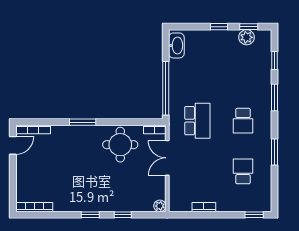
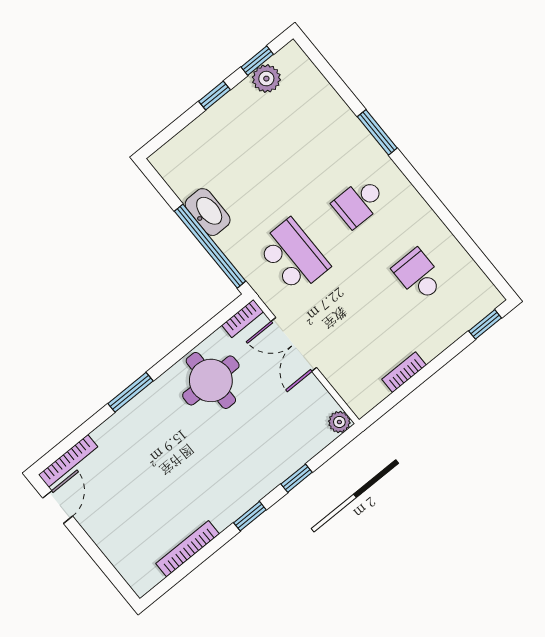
washbasin: (176, 45) -> (208, 212), moved
window: (275, 60) -> (334, 79), removed
school desk: (243, 121) -> (359, 202), turned 90
window: (275, 152) -> (441, 210), removed
bookcase: (34, 207) -> (188, 549), moved

